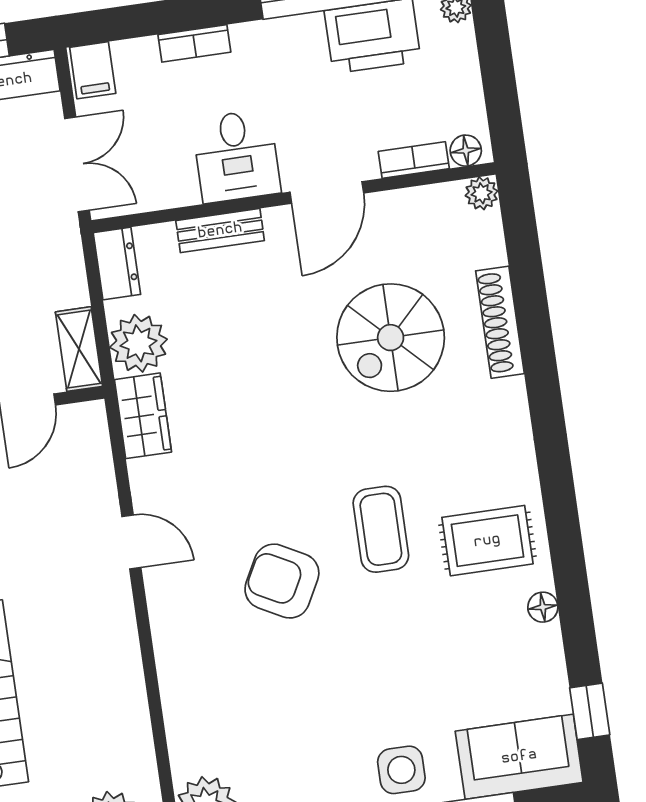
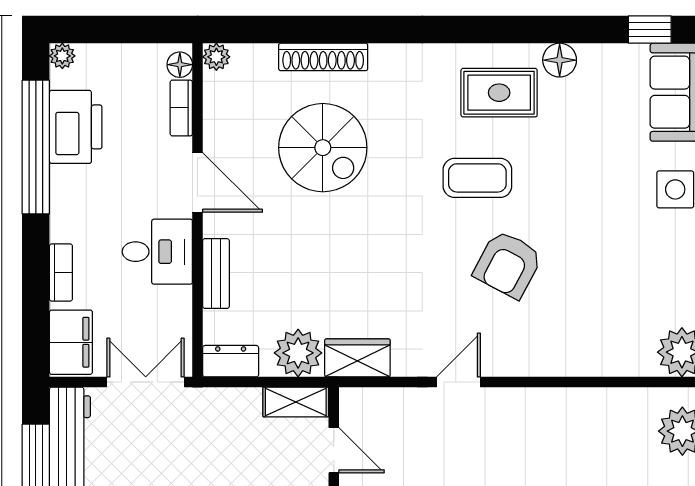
filing cabinet: (93, 70) -> (71, 342), width x2.00
rug: (487, 541) -> (499, 93), turned 90
floor lamp: (543, 607) -> (560, 60), width x1.37, depth x1.37

